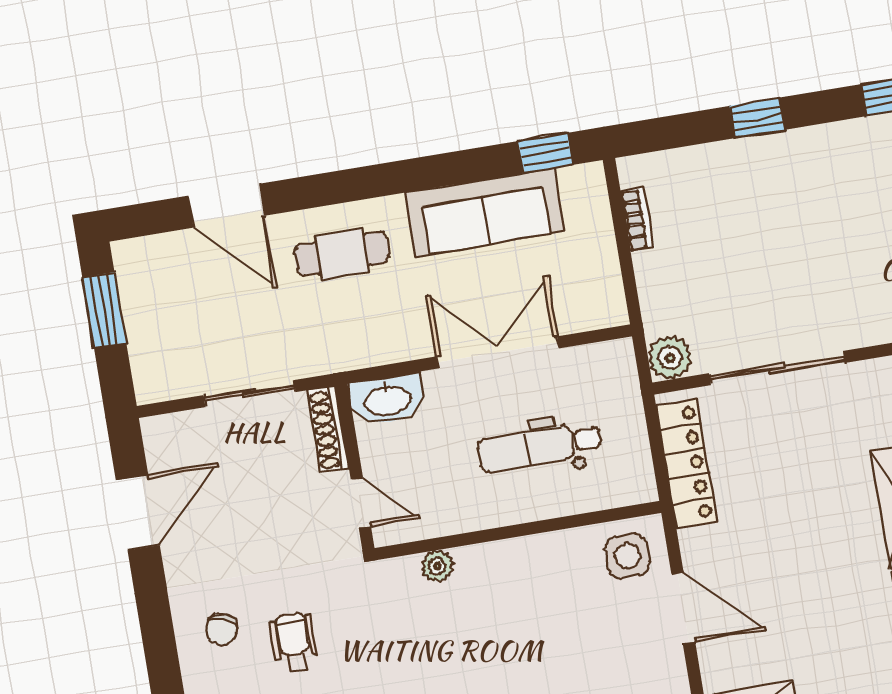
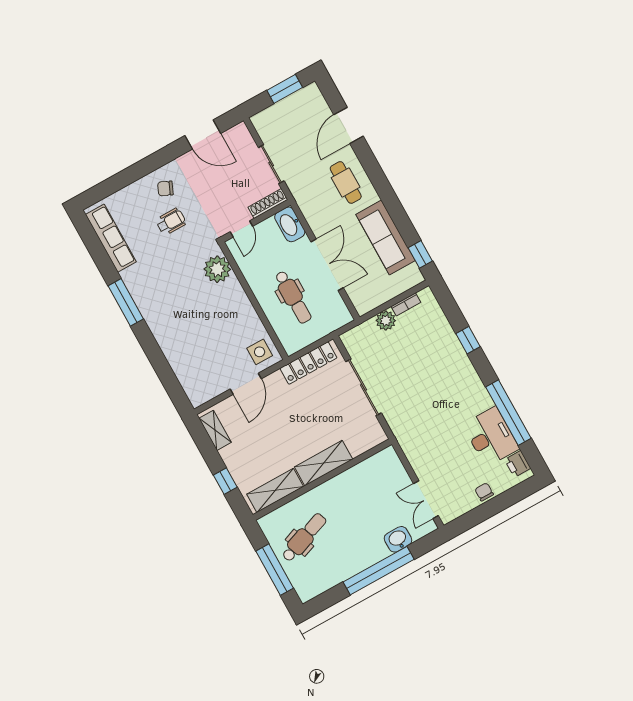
plant: (670, 358) -> (386, 321), moved
dental chair: (539, 447) -> (293, 297), turned 180
plant: (437, 566) -> (217, 269), width x1.87, depth x1.87

